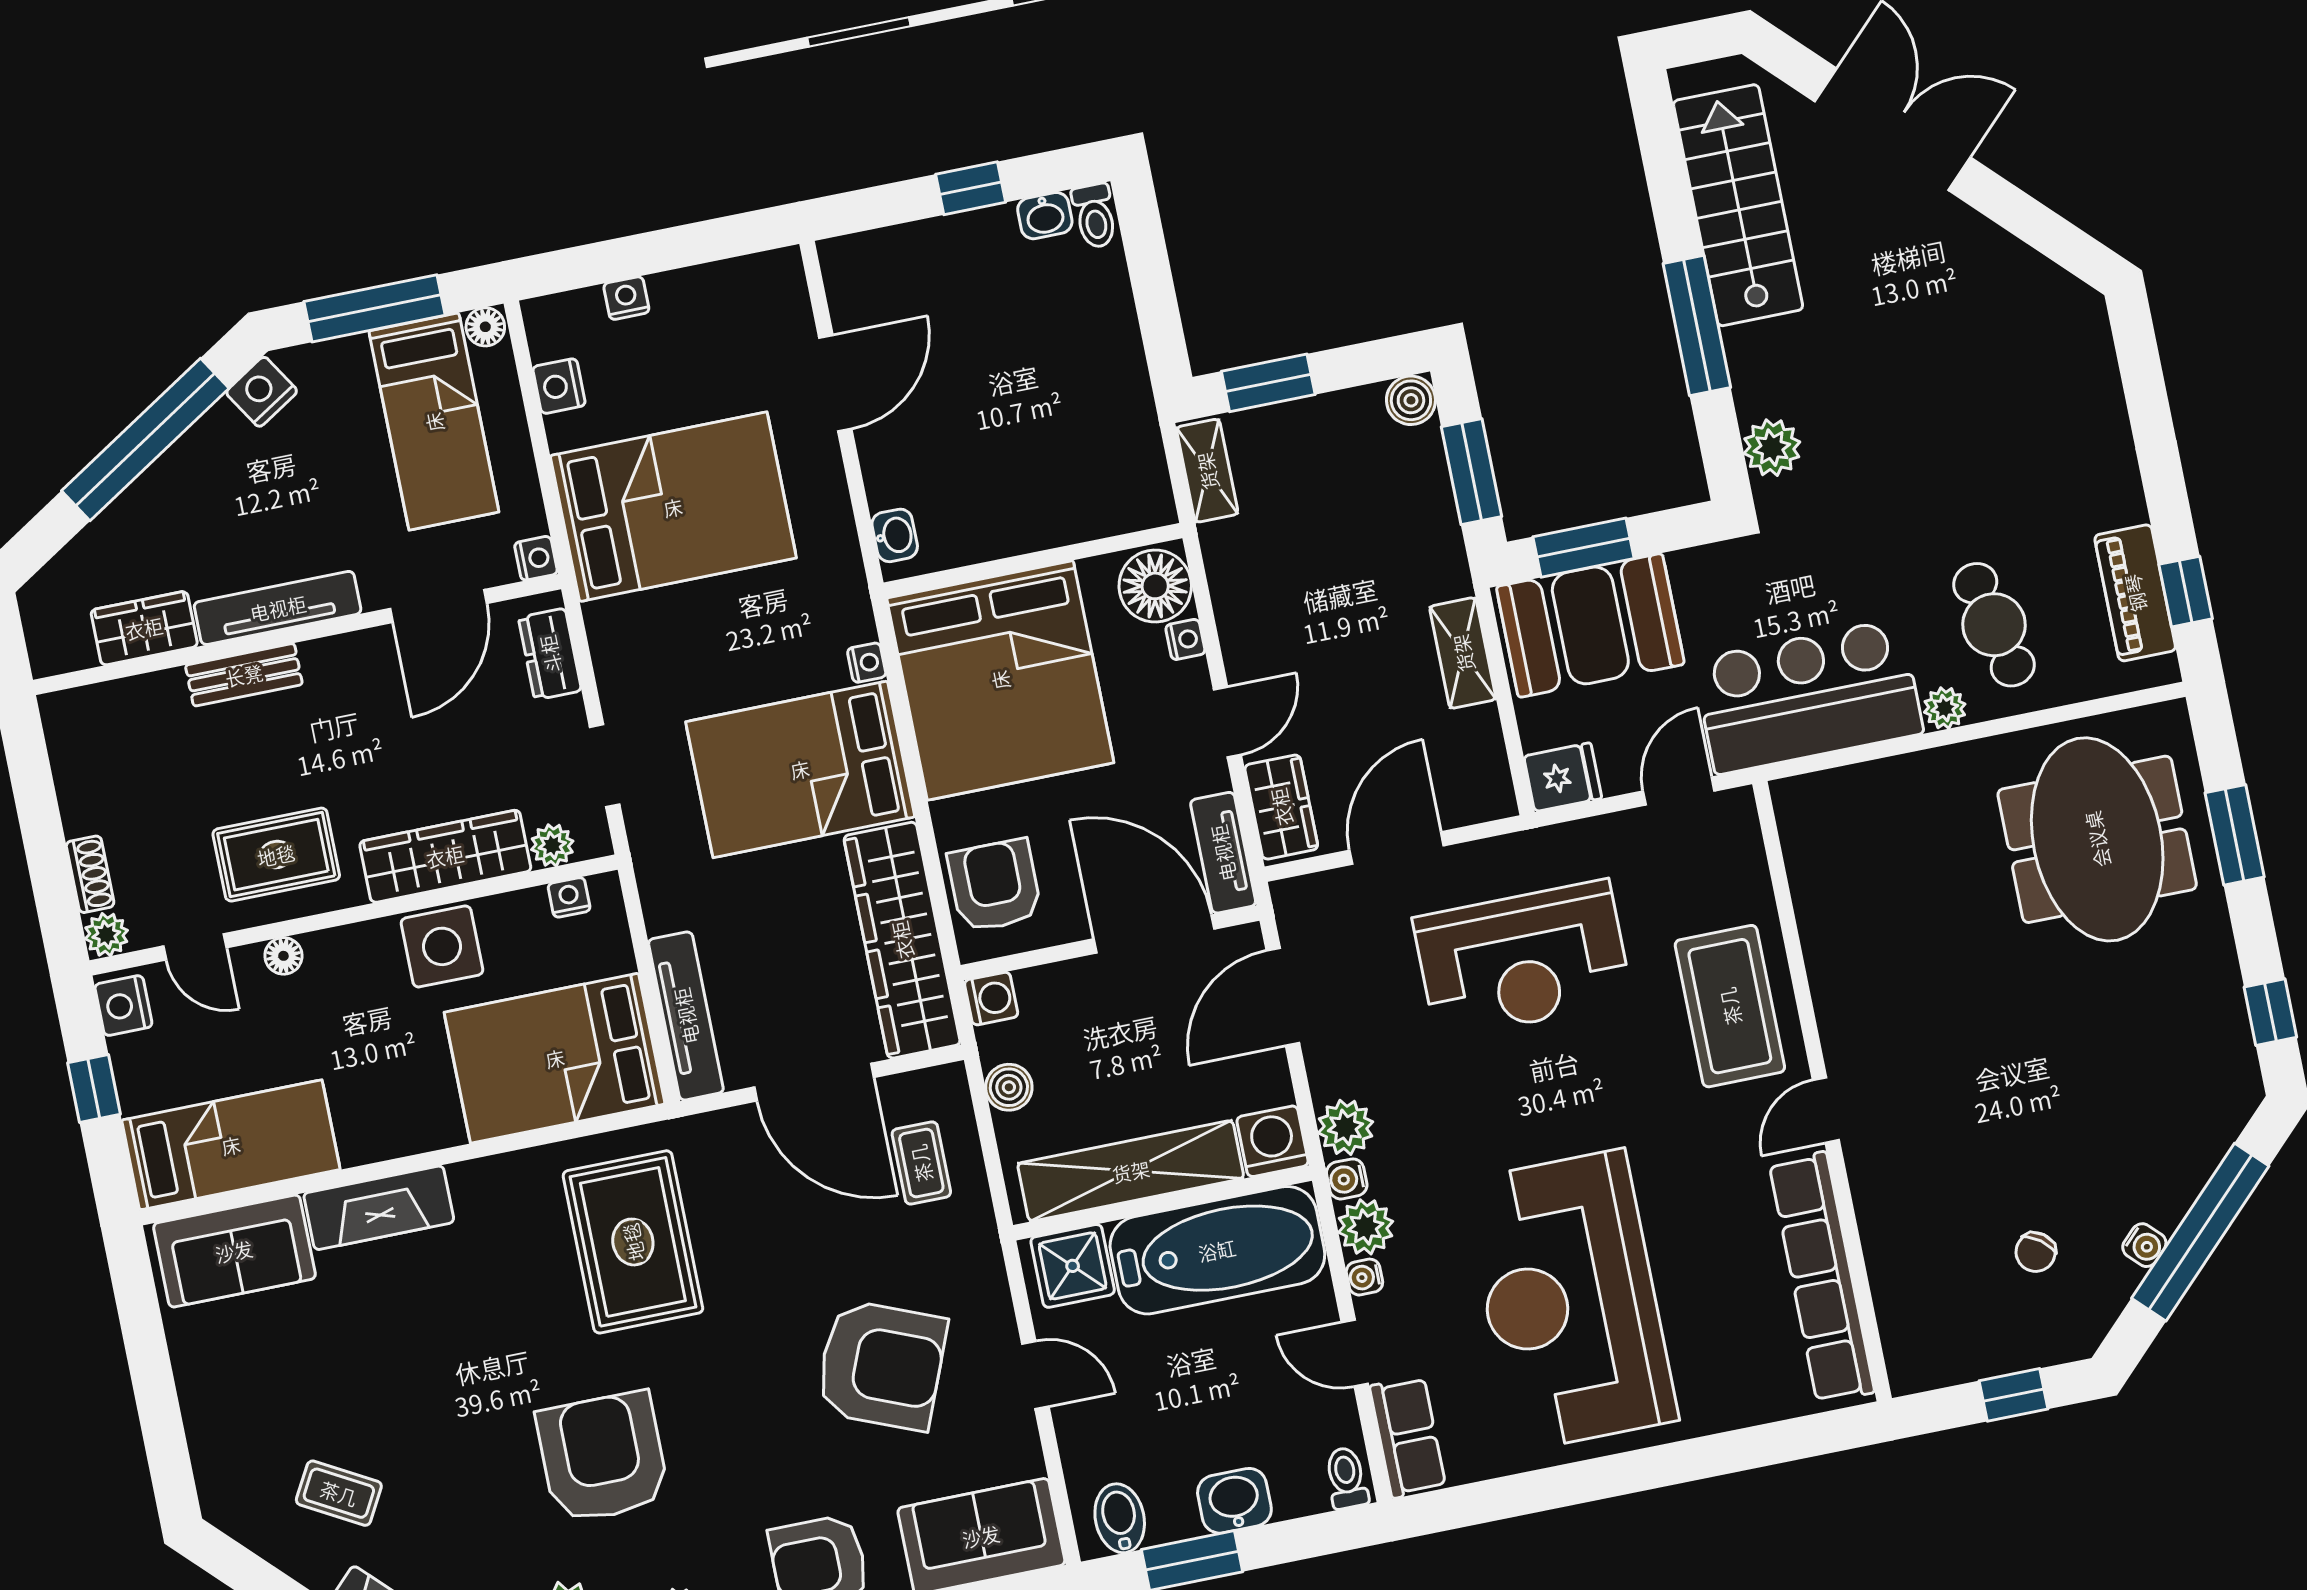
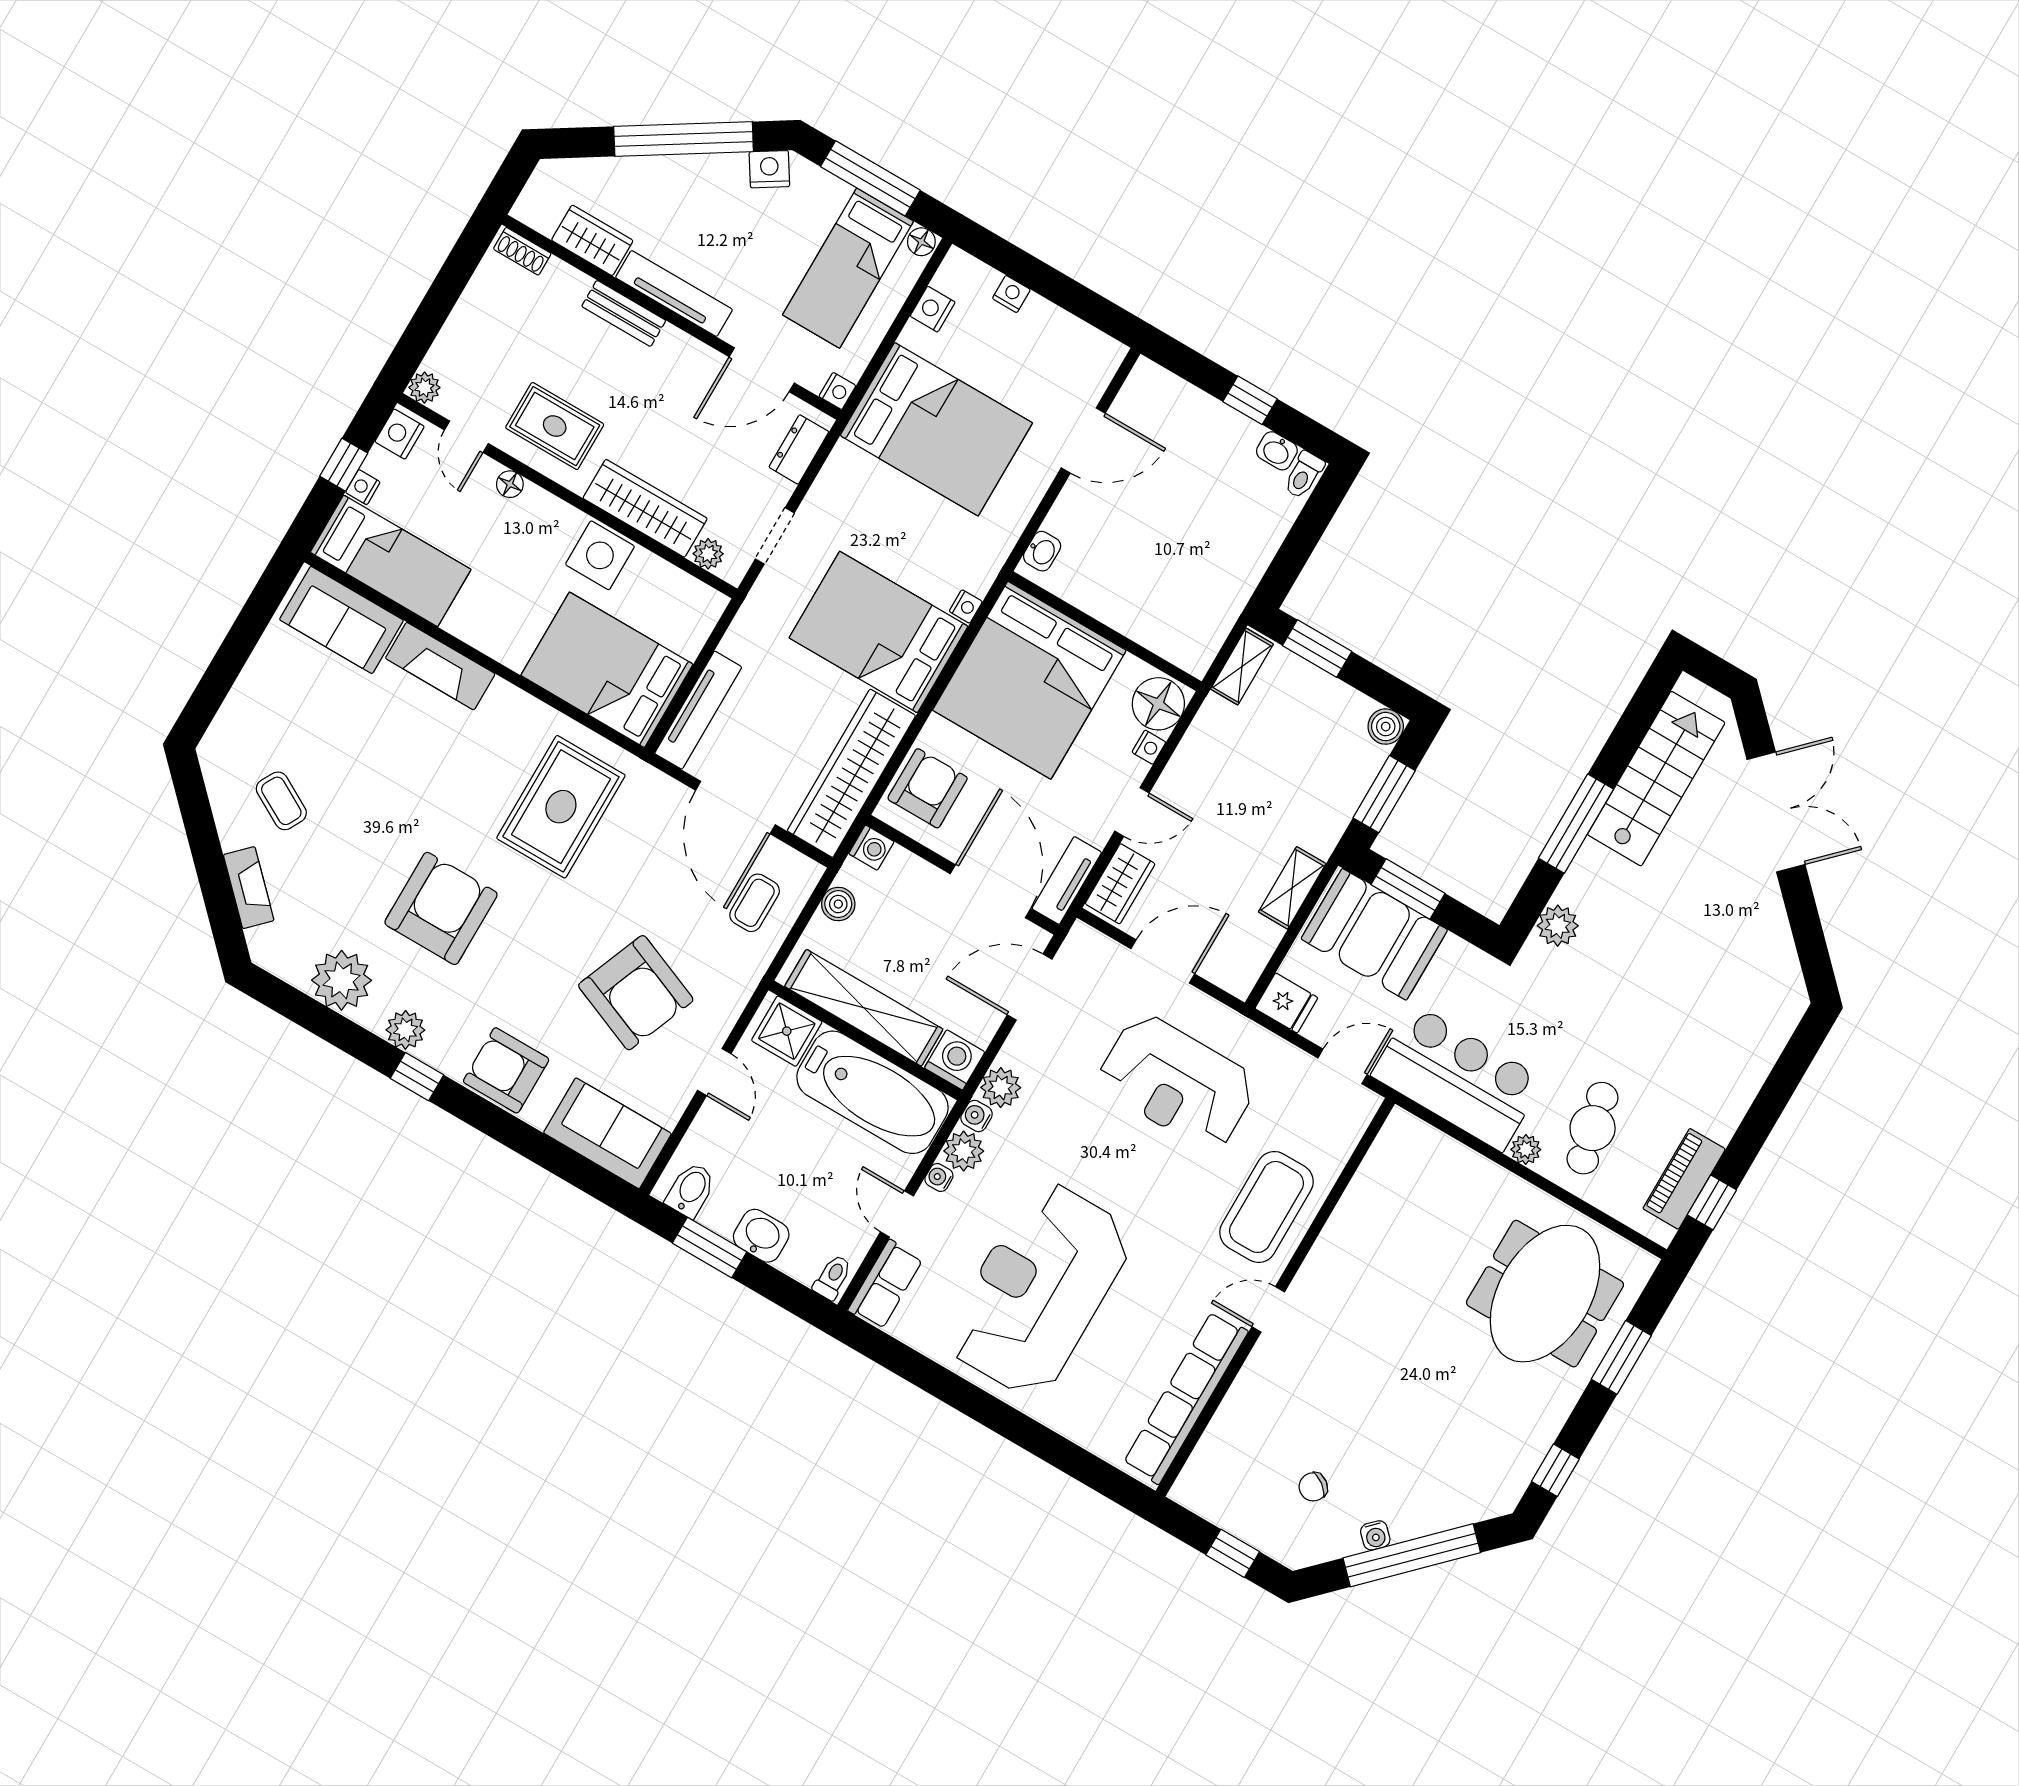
shoe rack: (90, 874) -> (522, 251), moved, turned 90
nightstand: (569, 897) -> (363, 487), moved, turned -90

